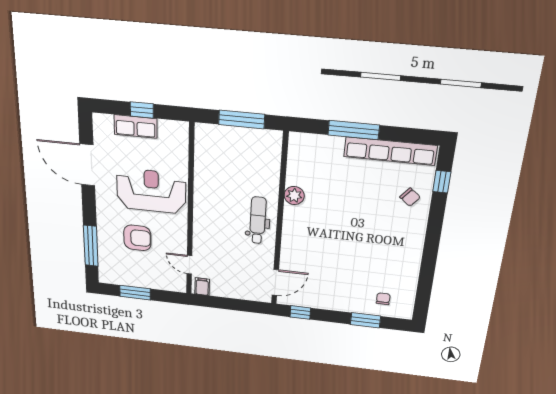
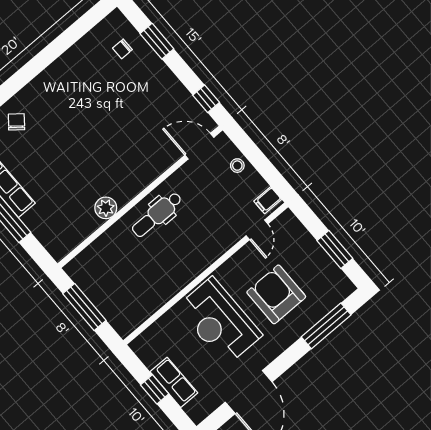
armchair: (137, 238) -> (276, 294), width x1.36, depth x1.36
stool: (241, 291) -> (237, 166), added

